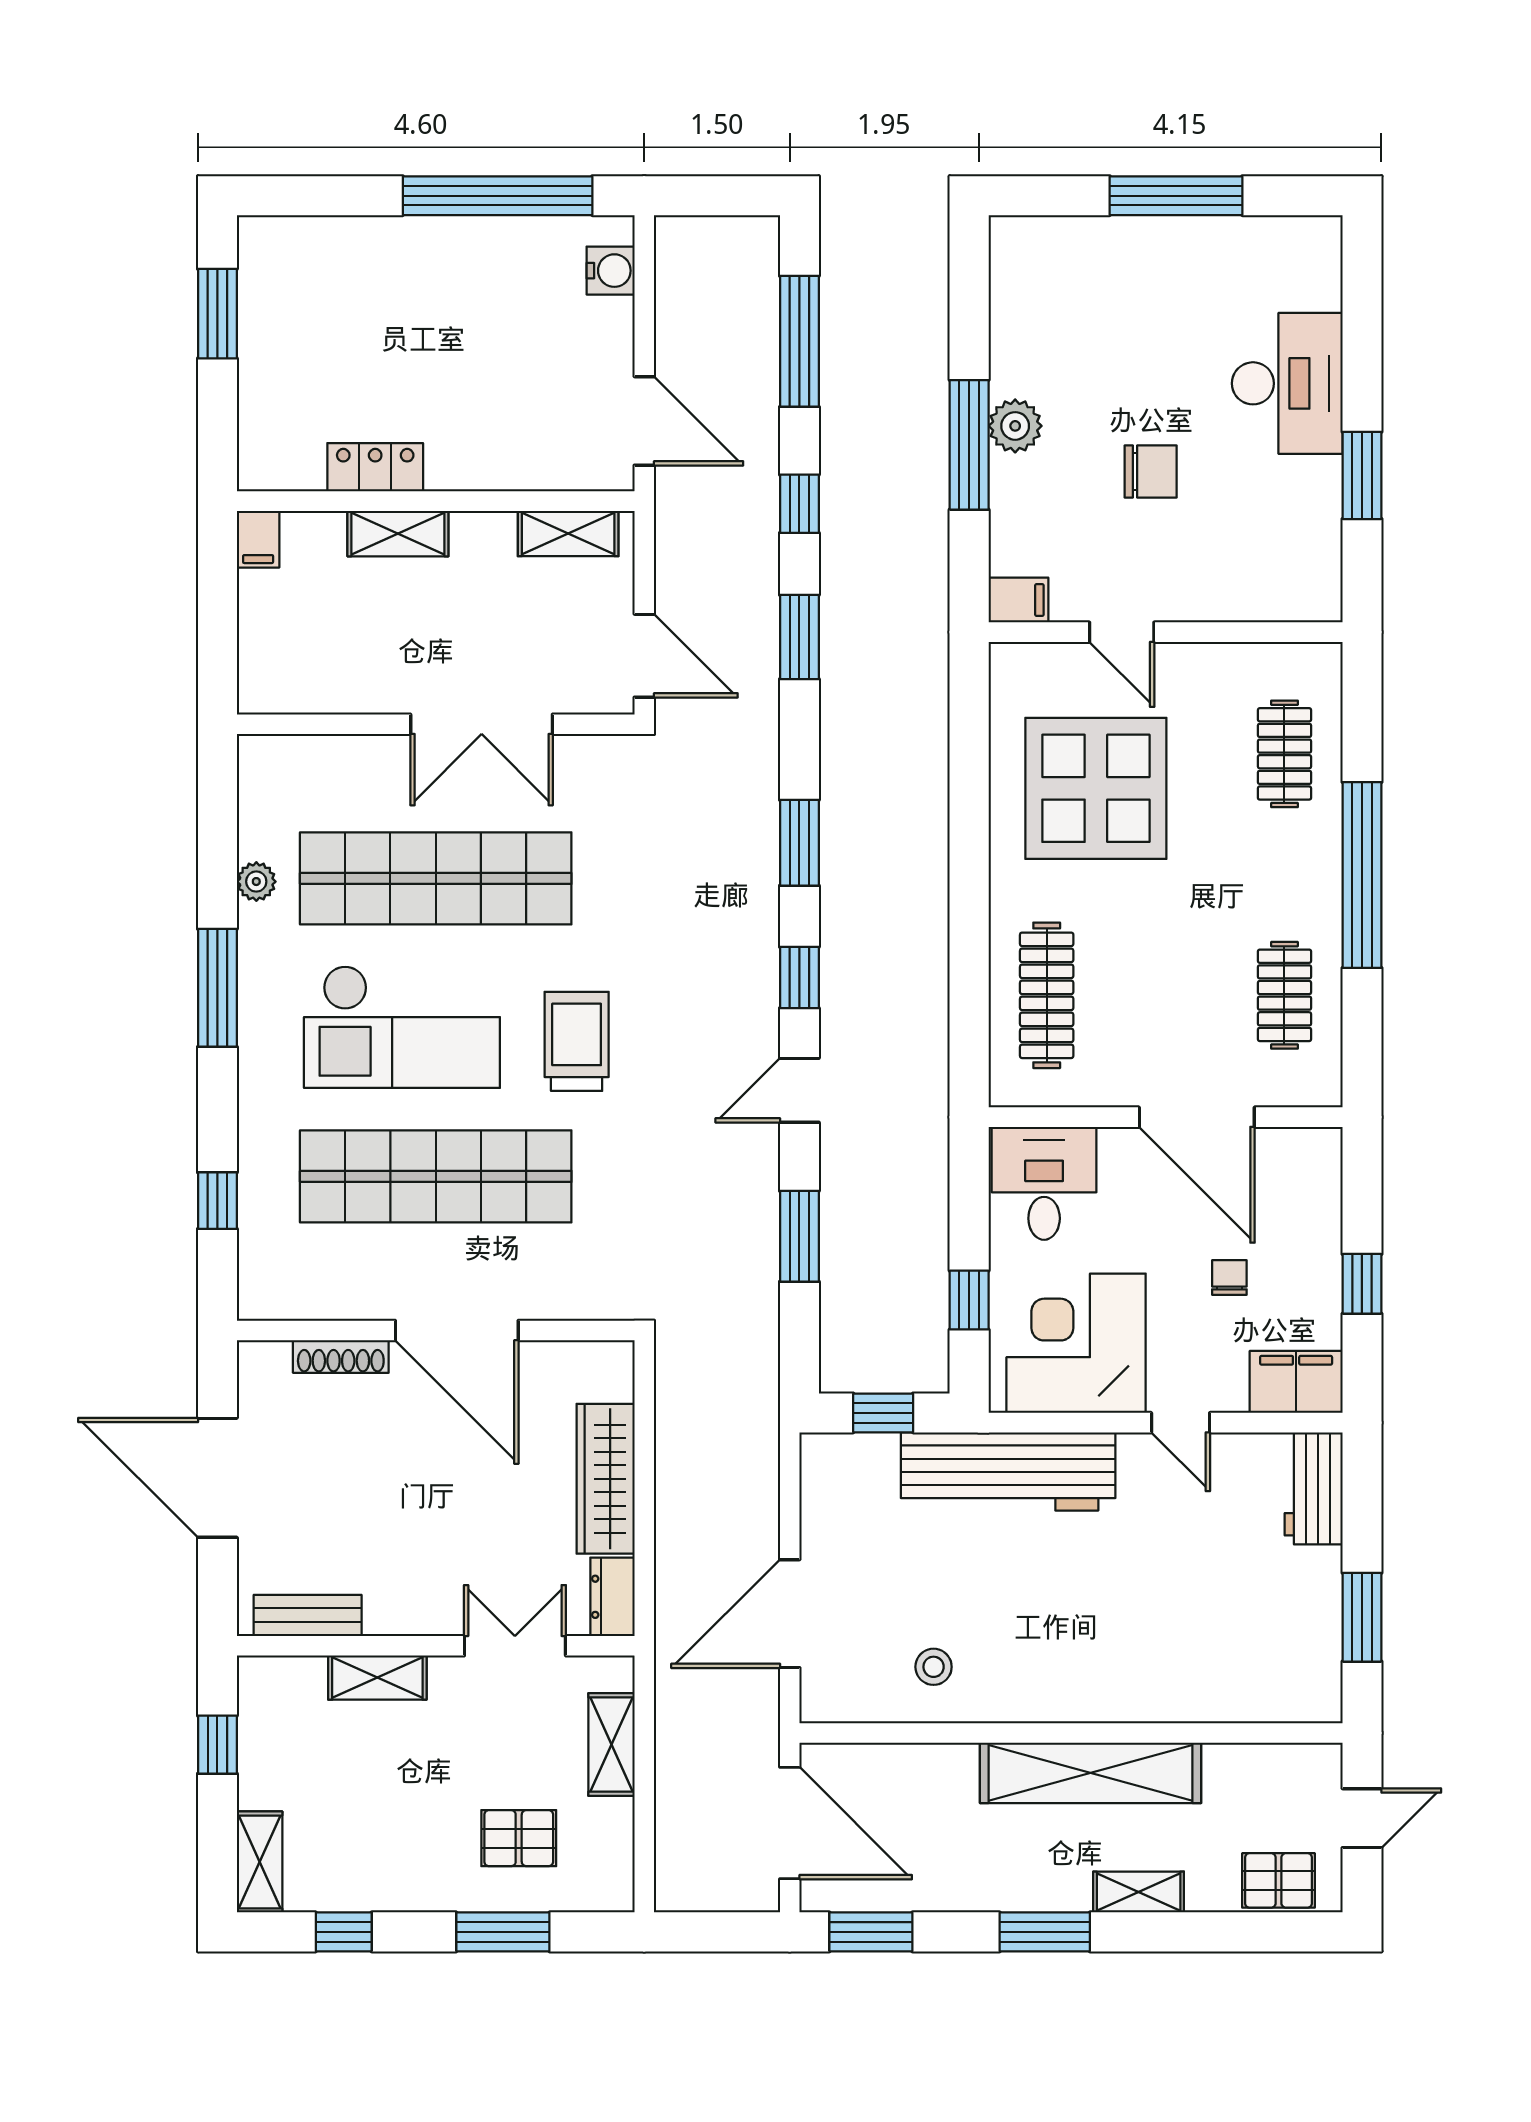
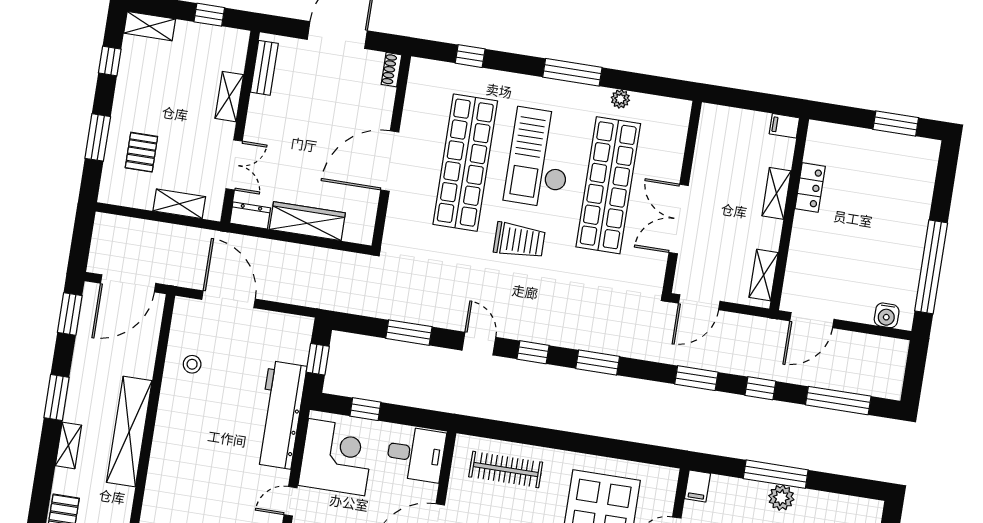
shoe rack: (341, 1356) -> (391, 70), moved, width x0.70

